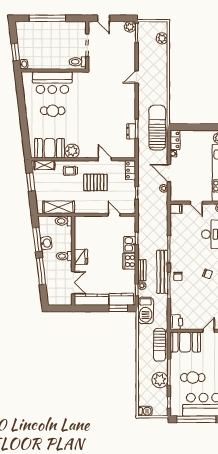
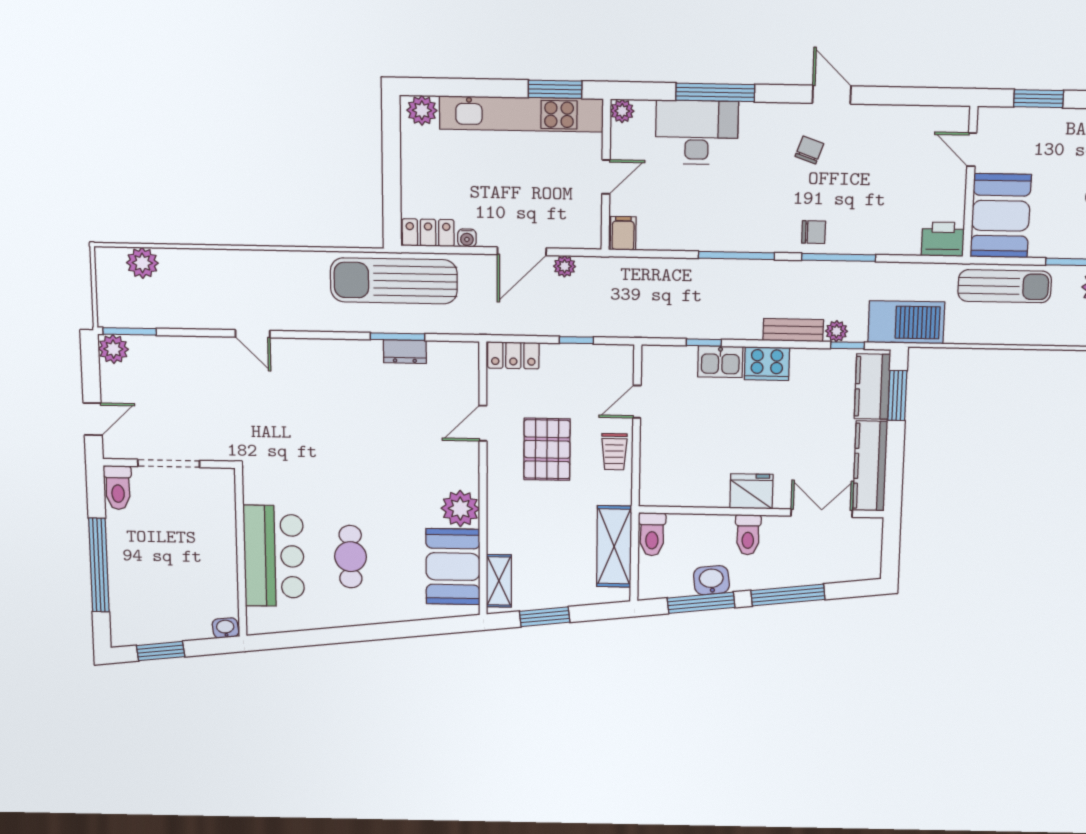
window: (15, 52) -> (161, 651), moved
toilet: (78, 62) -> (118, 487), moved
trolley: (70, 171) -> (614, 452), moved
bench: (162, 272) -> (799, 275), removed

